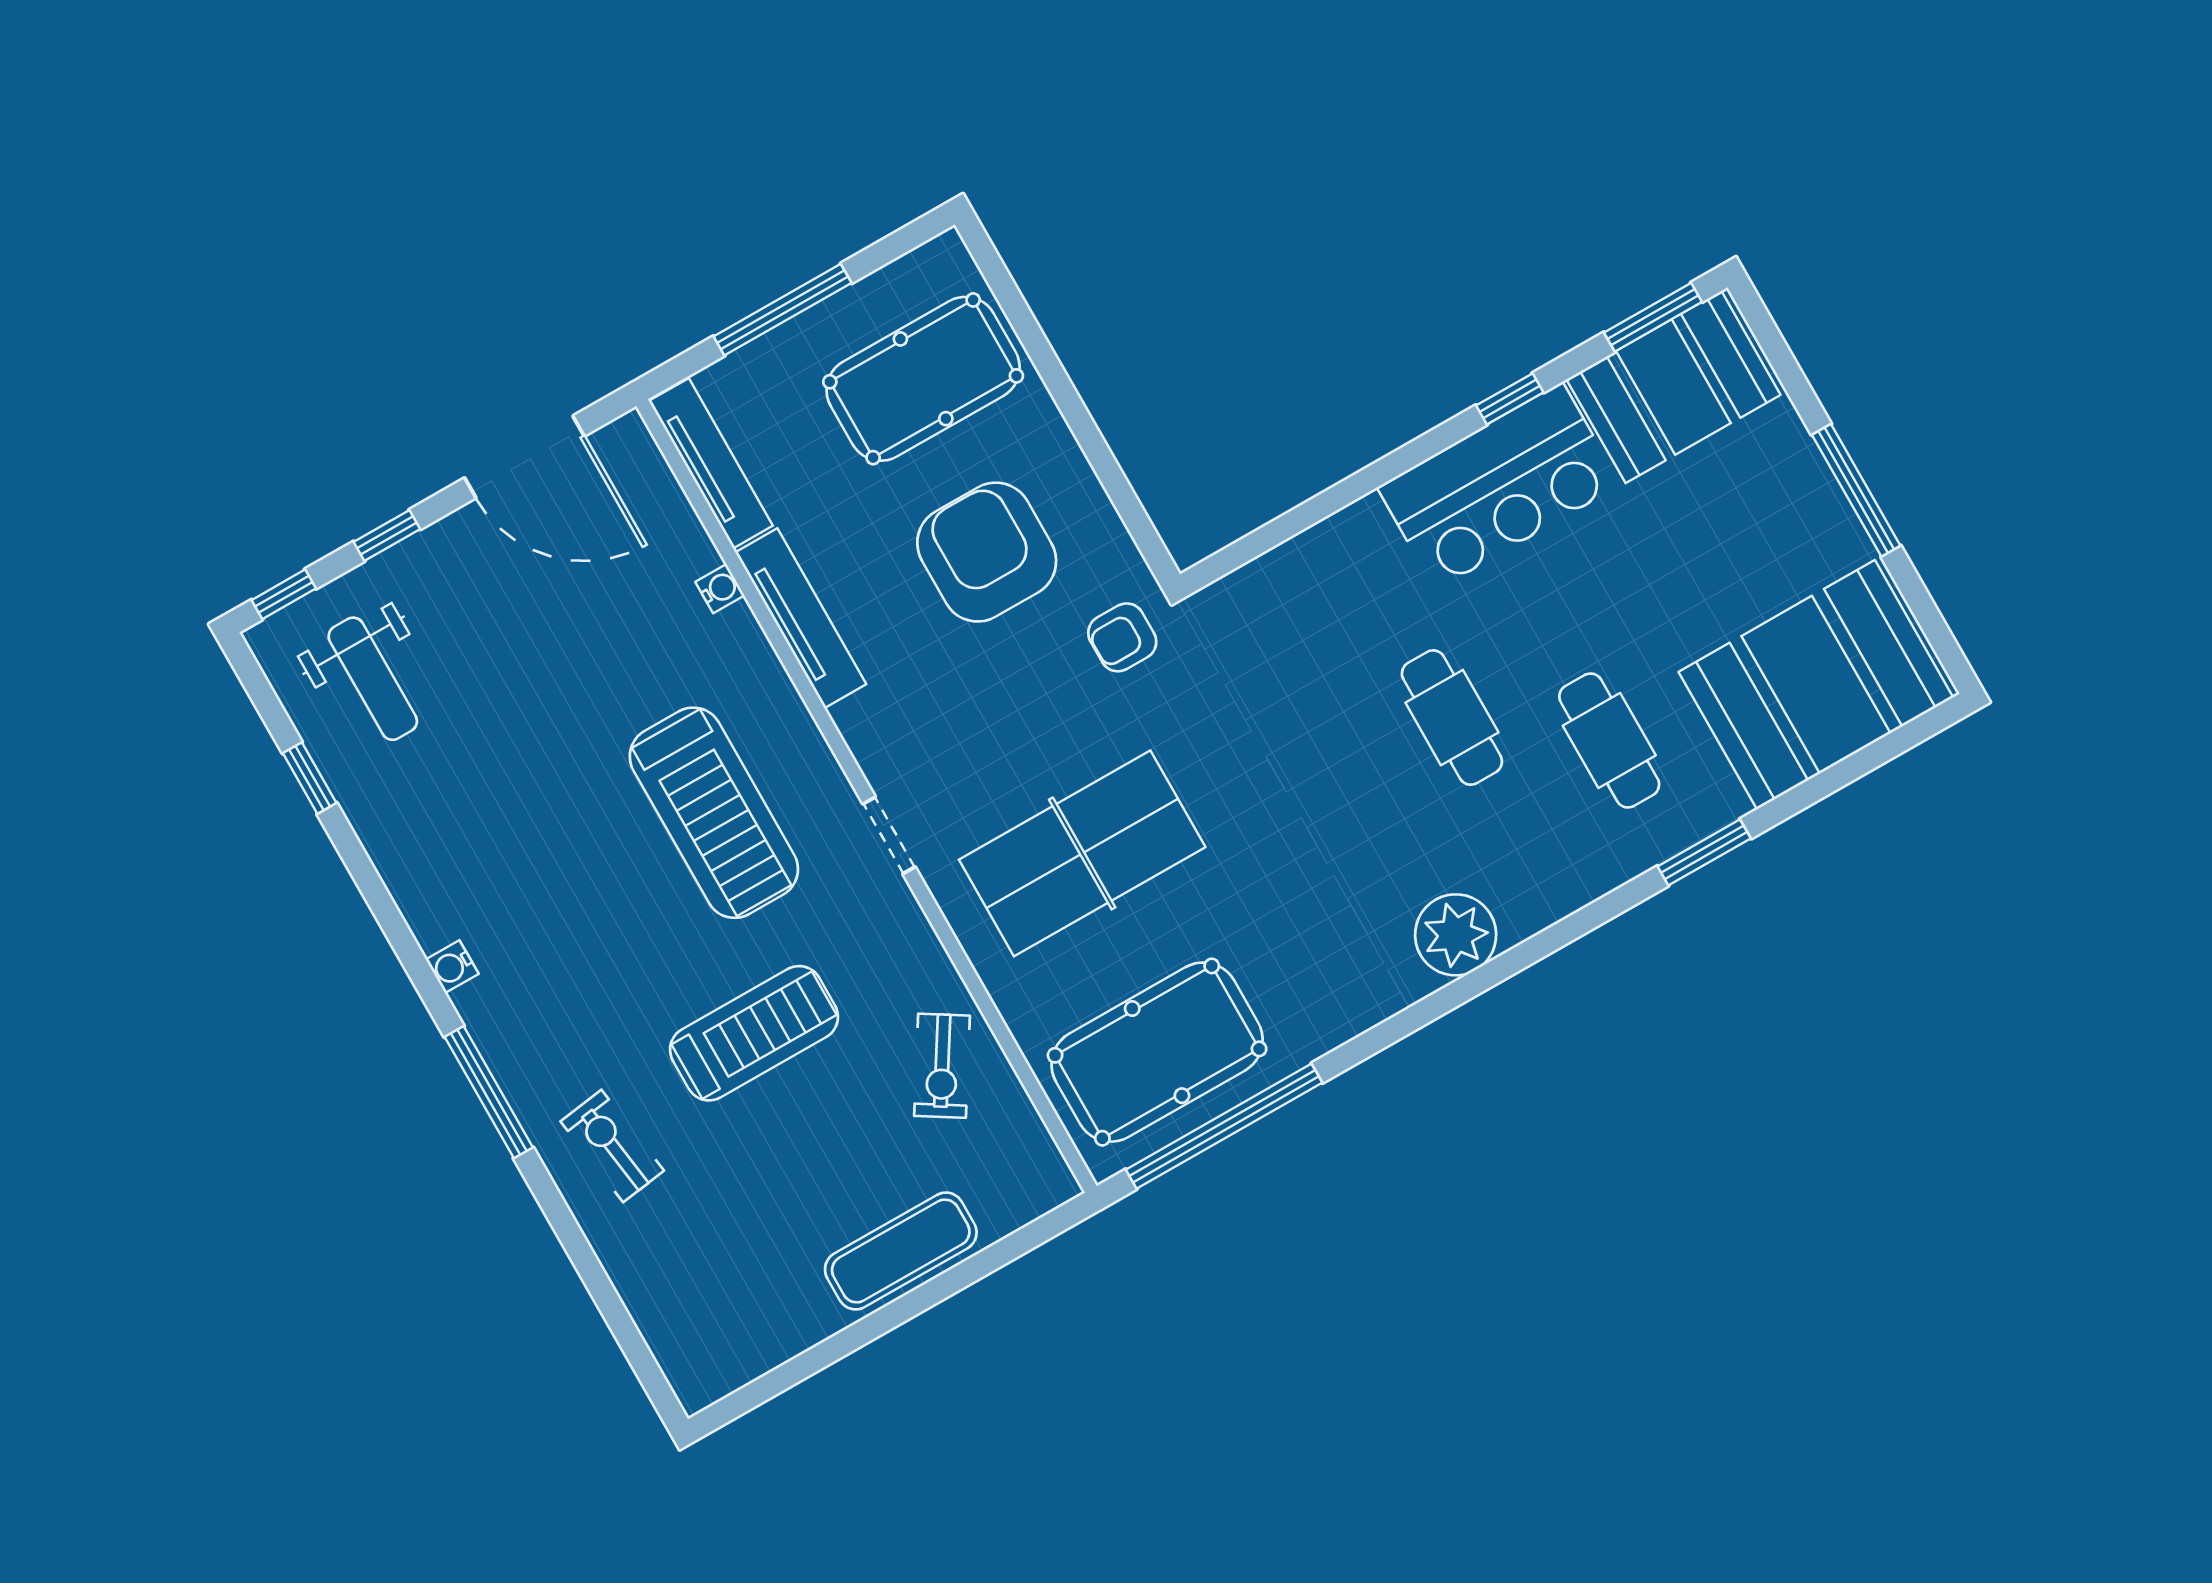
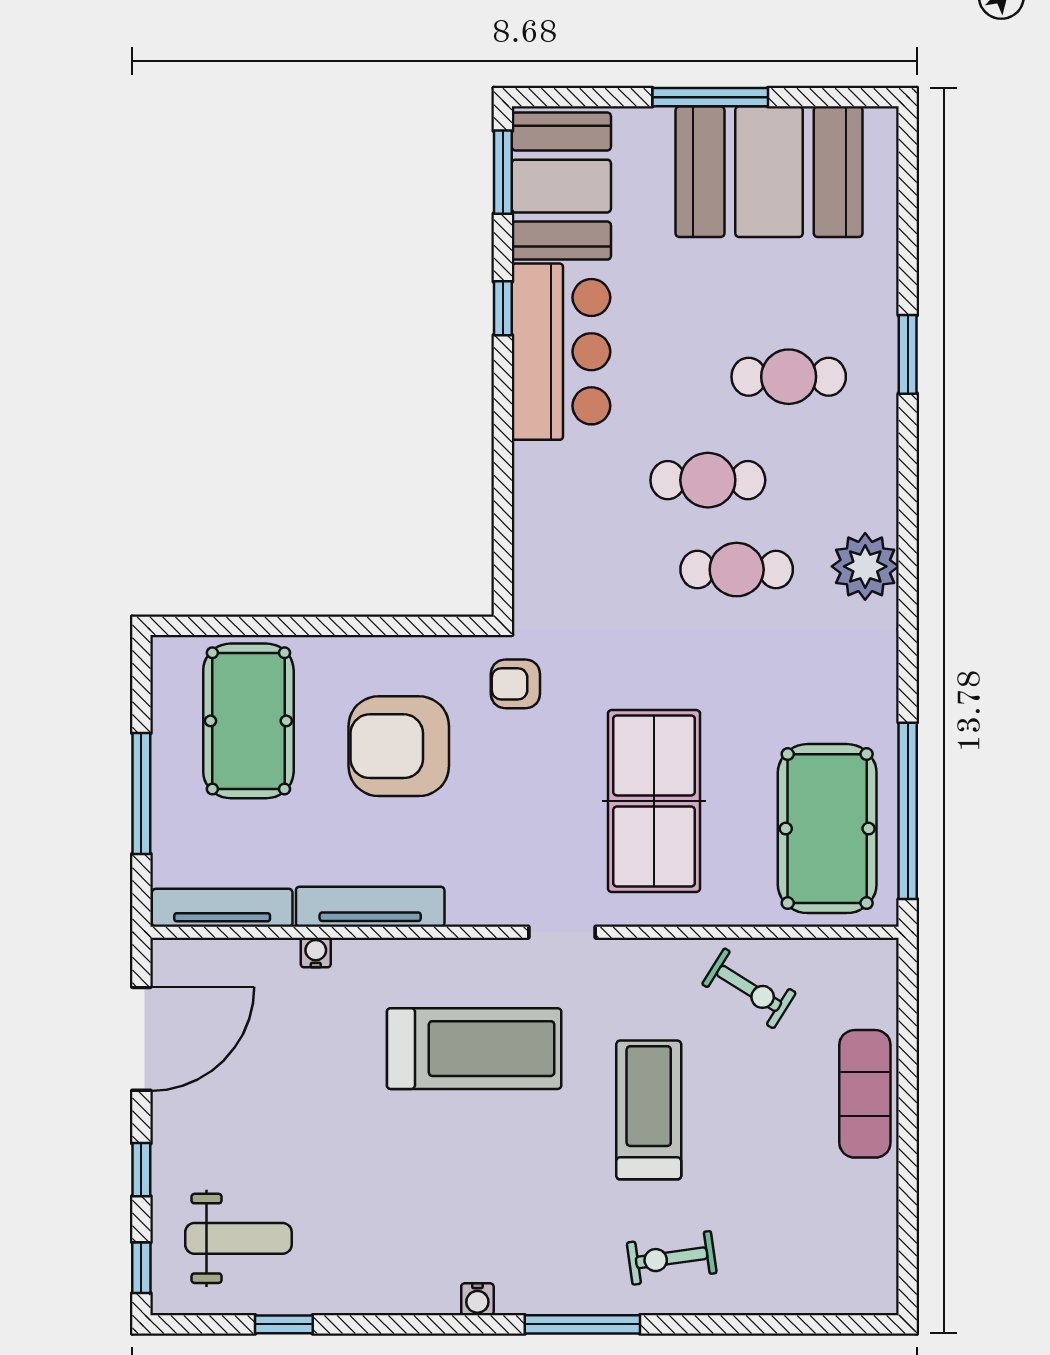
armchair: (1122, 637) -> (515, 684), turned 90
booth: (1816, 685) -> (769, 172), moved, turned 90
cafe table: (1375, 801) -> (737, 570), added

